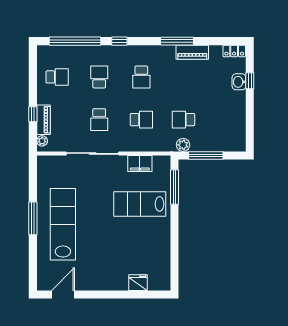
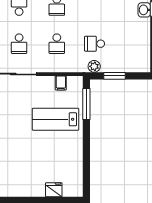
school desk: (141, 120) -> (57, 44), turned 90
window: (206, 155) -> (114, 76), width x0.69
filing cabinet: (140, 163) -> (61, 83), width x0.50

